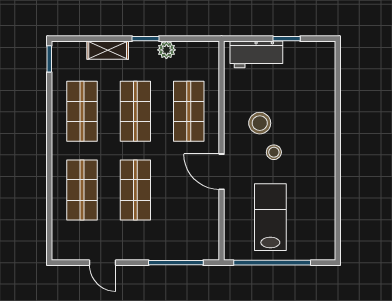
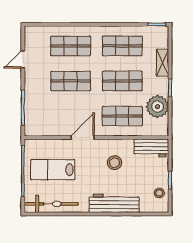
plant: (166, 50) -> (157, 107), width x1.87, depth x1.87
workbench: (256, 54) -> (151, 148), moved, turned -90
workbench: (321, 124) -> (114, 203), added
stool: (274, 152) -> (159, 193), moved
lab bench: (270, 217) -> (53, 170), turned 180
bicycle: (322, 219) -> (51, 204), added

